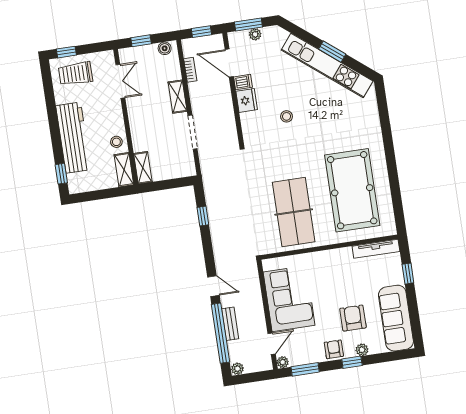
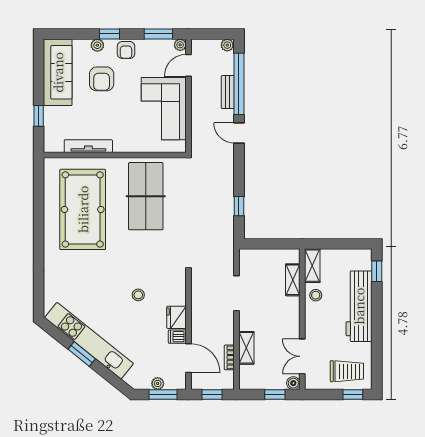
boiler: (165, 48) -> (293, 383), moved
shelving: (178, 97) -> (246, 348), moved
shelving: (143, 168) -> (293, 280), moved
tv unit: (376, 249) -> (88, 146), moved

